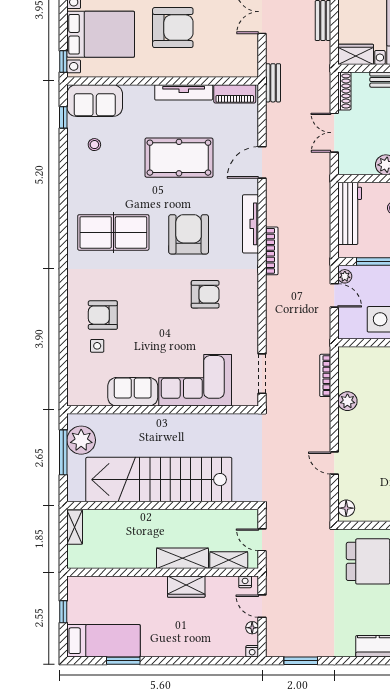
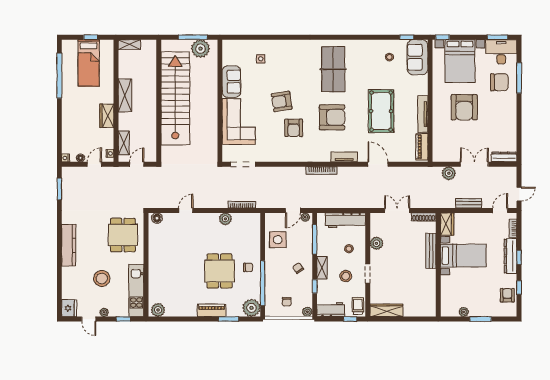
plant: (276, 52) -> (449, 173), added
bench: (273, 83) -> (429, 171), removed
tv unit: (251, 224) -> (344, 157), width x0.71
armchair: (103, 315) -> (282, 101), moved, turned -99
shelving: (75, 527) -> (129, 44), moved
shelving: (182, 558) -> (125, 95), moved
bed: (104, 641) -> (89, 63), moved
window: (123, 661) -> (59, 76), width x2.11

